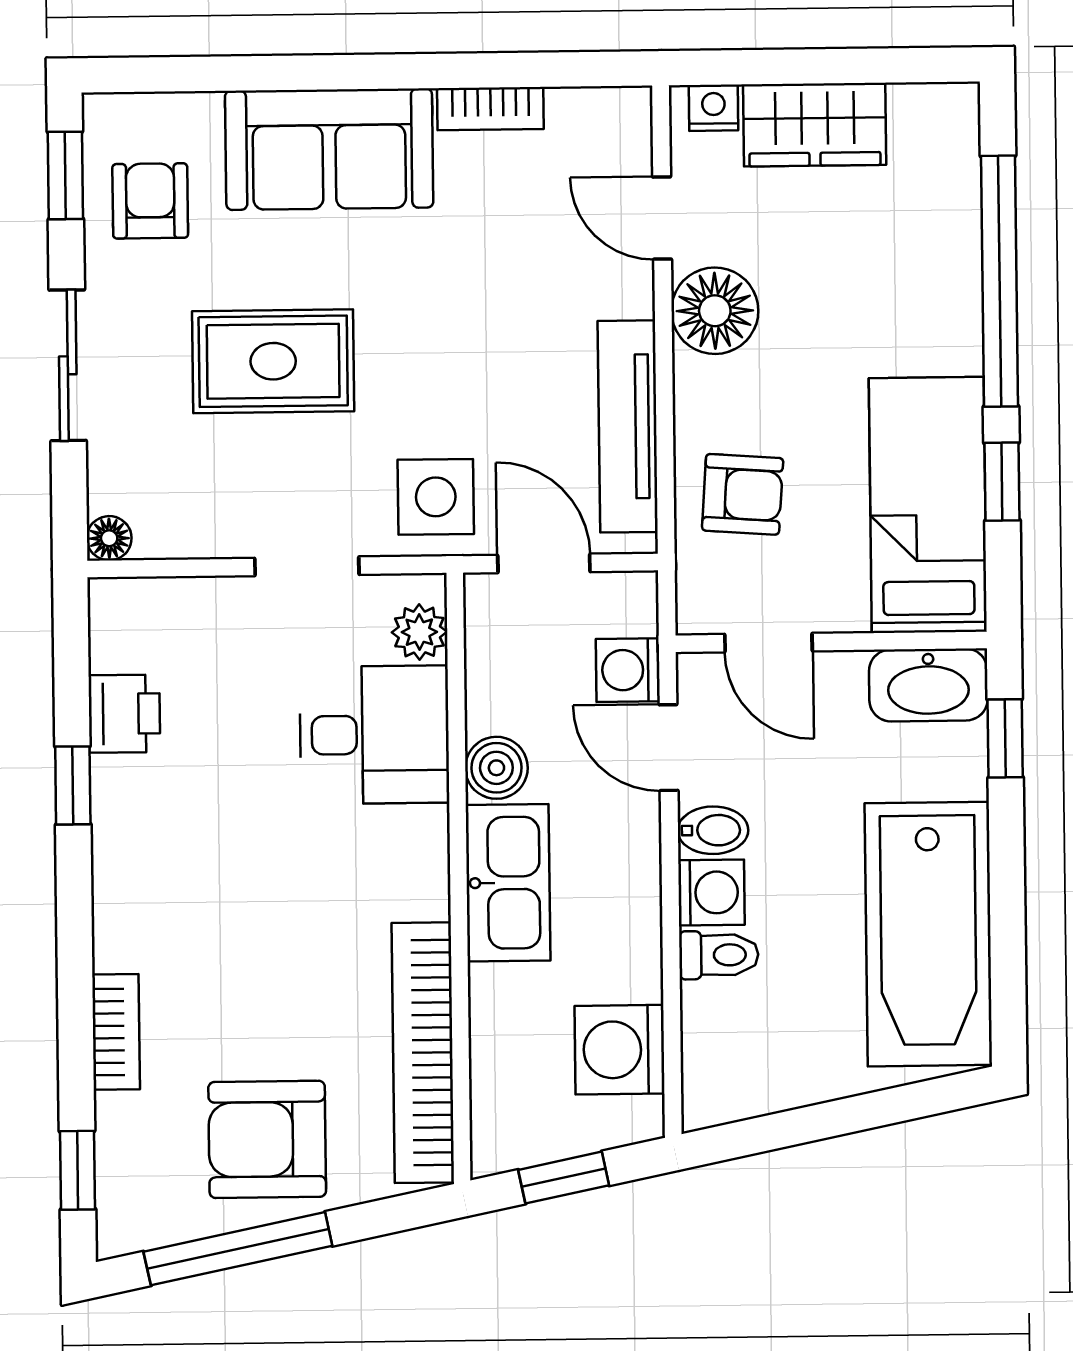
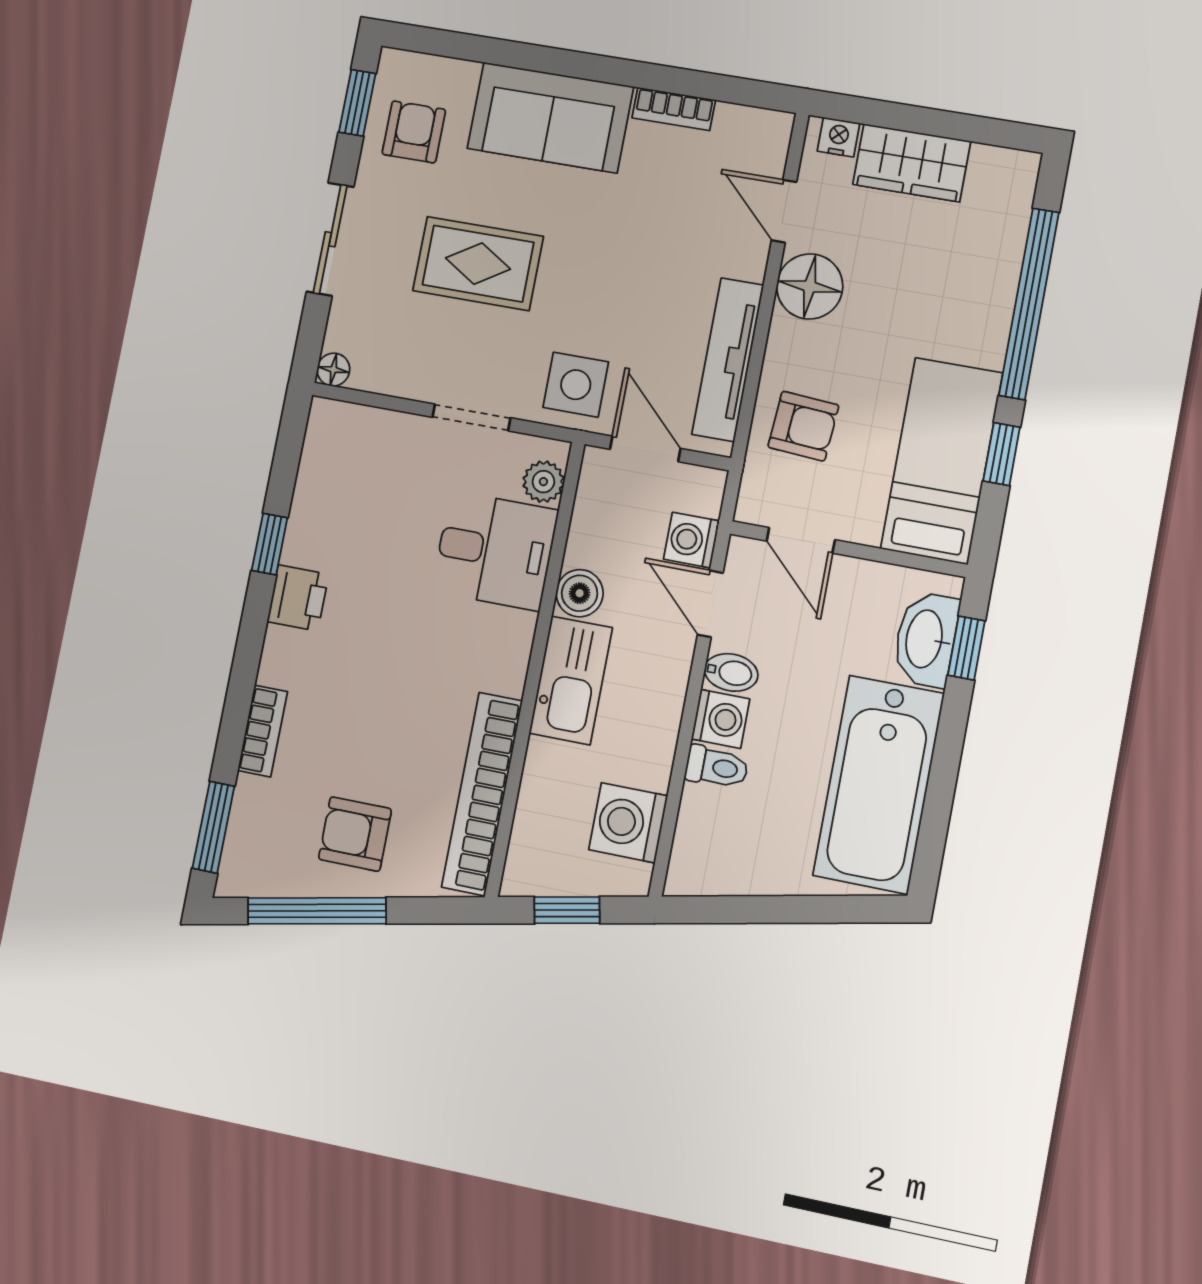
washbasin: (928, 685) -> (926, 639), moved, turned 90
printer: (124, 714) -> (298, 598), moved
armchair: (267, 1139) -> (355, 834), width x0.72, depth x0.72
window: (78, 1170) -> (213, 827), width x1.50

